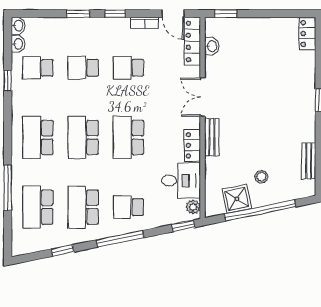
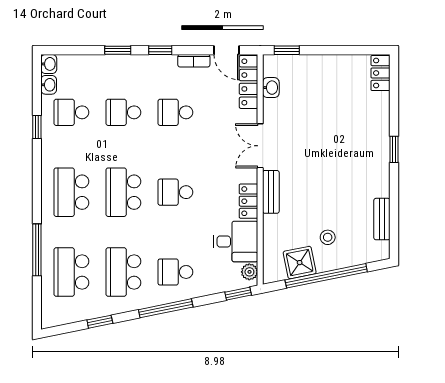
school desk: (129, 137) -> (175, 192), width x0.54

